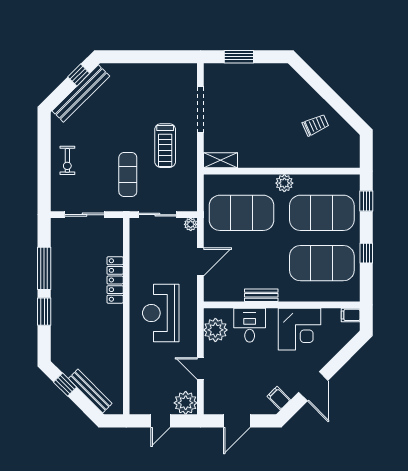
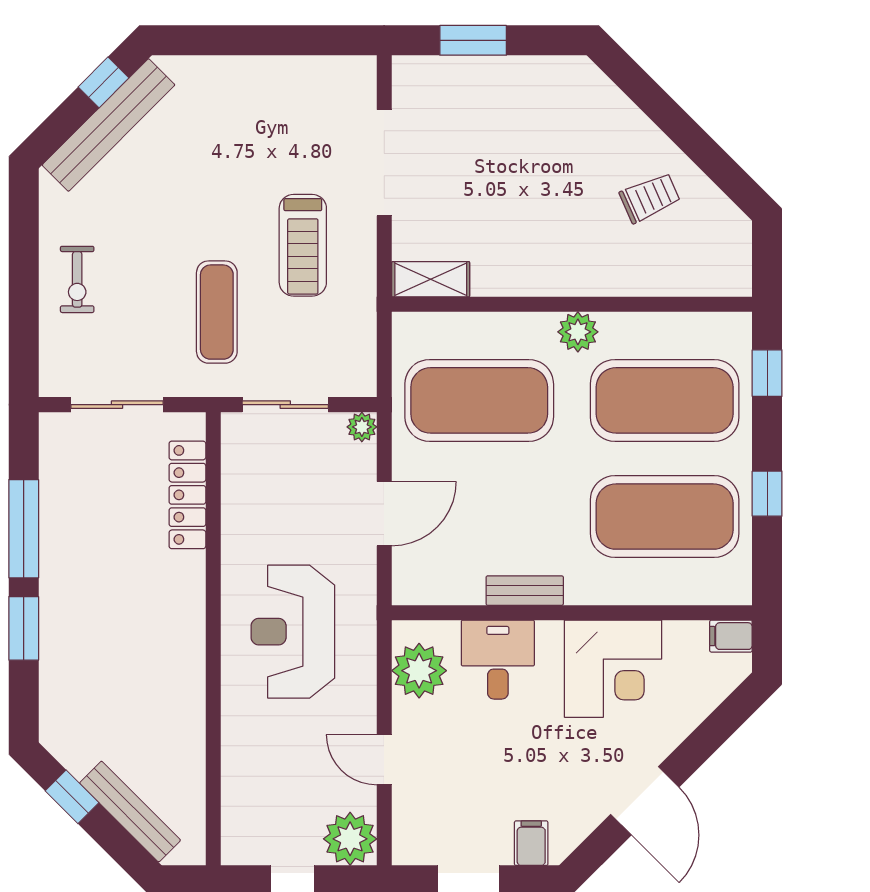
locker: (115, 280) -> (187, 495), moved
filing cabinet: (279, 398) -> (531, 843), moved, turned 45

